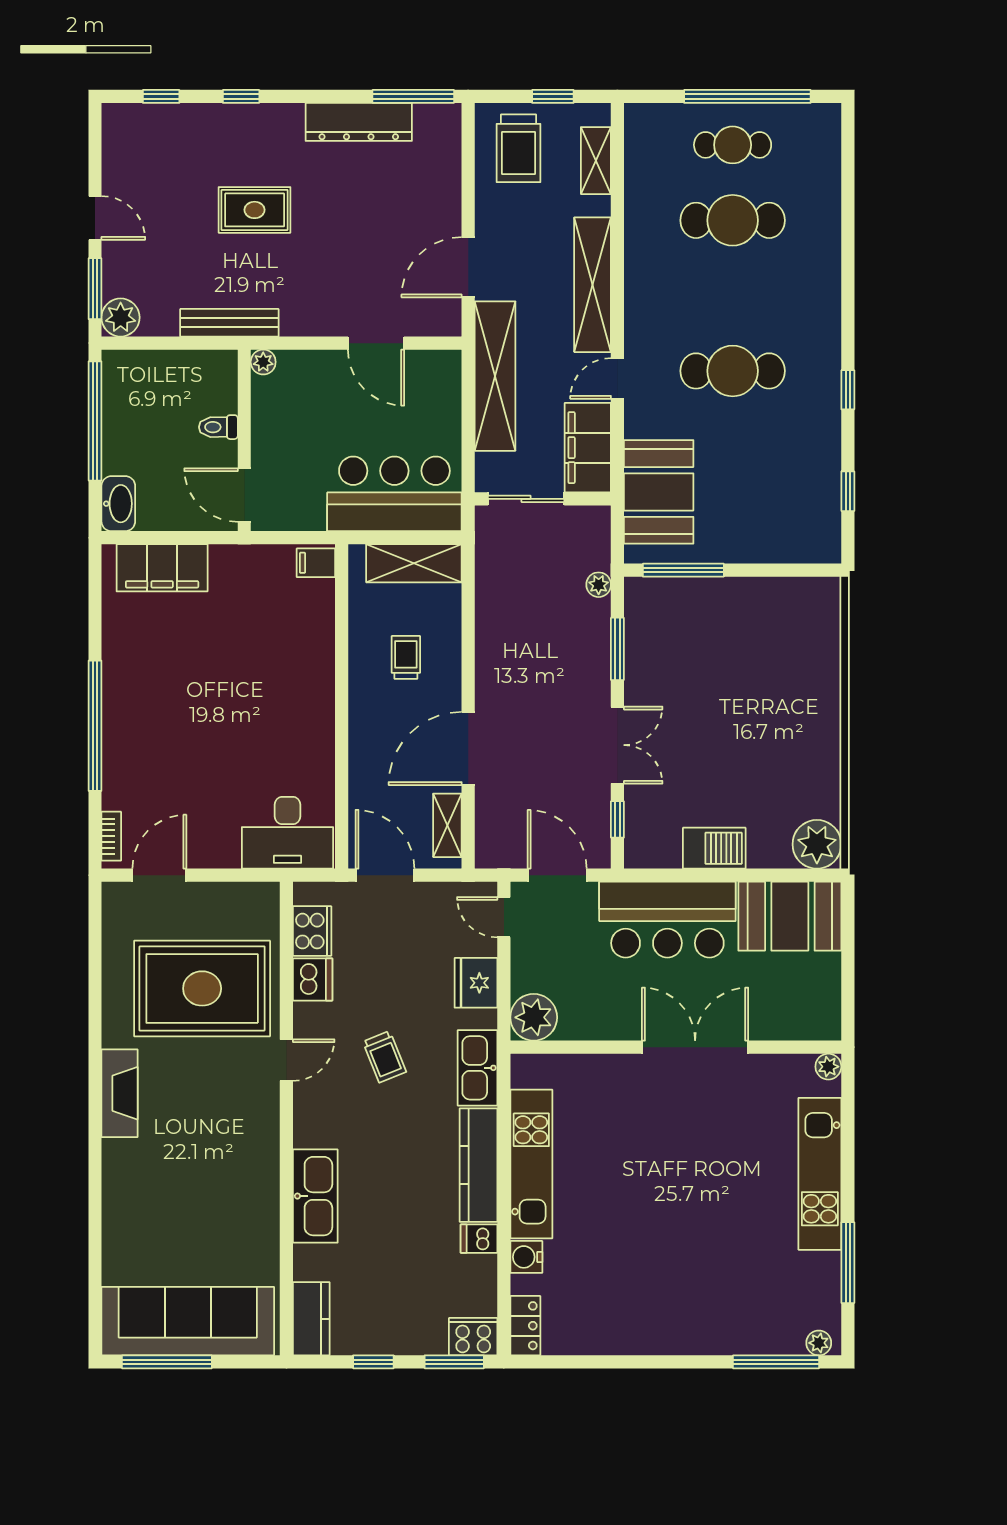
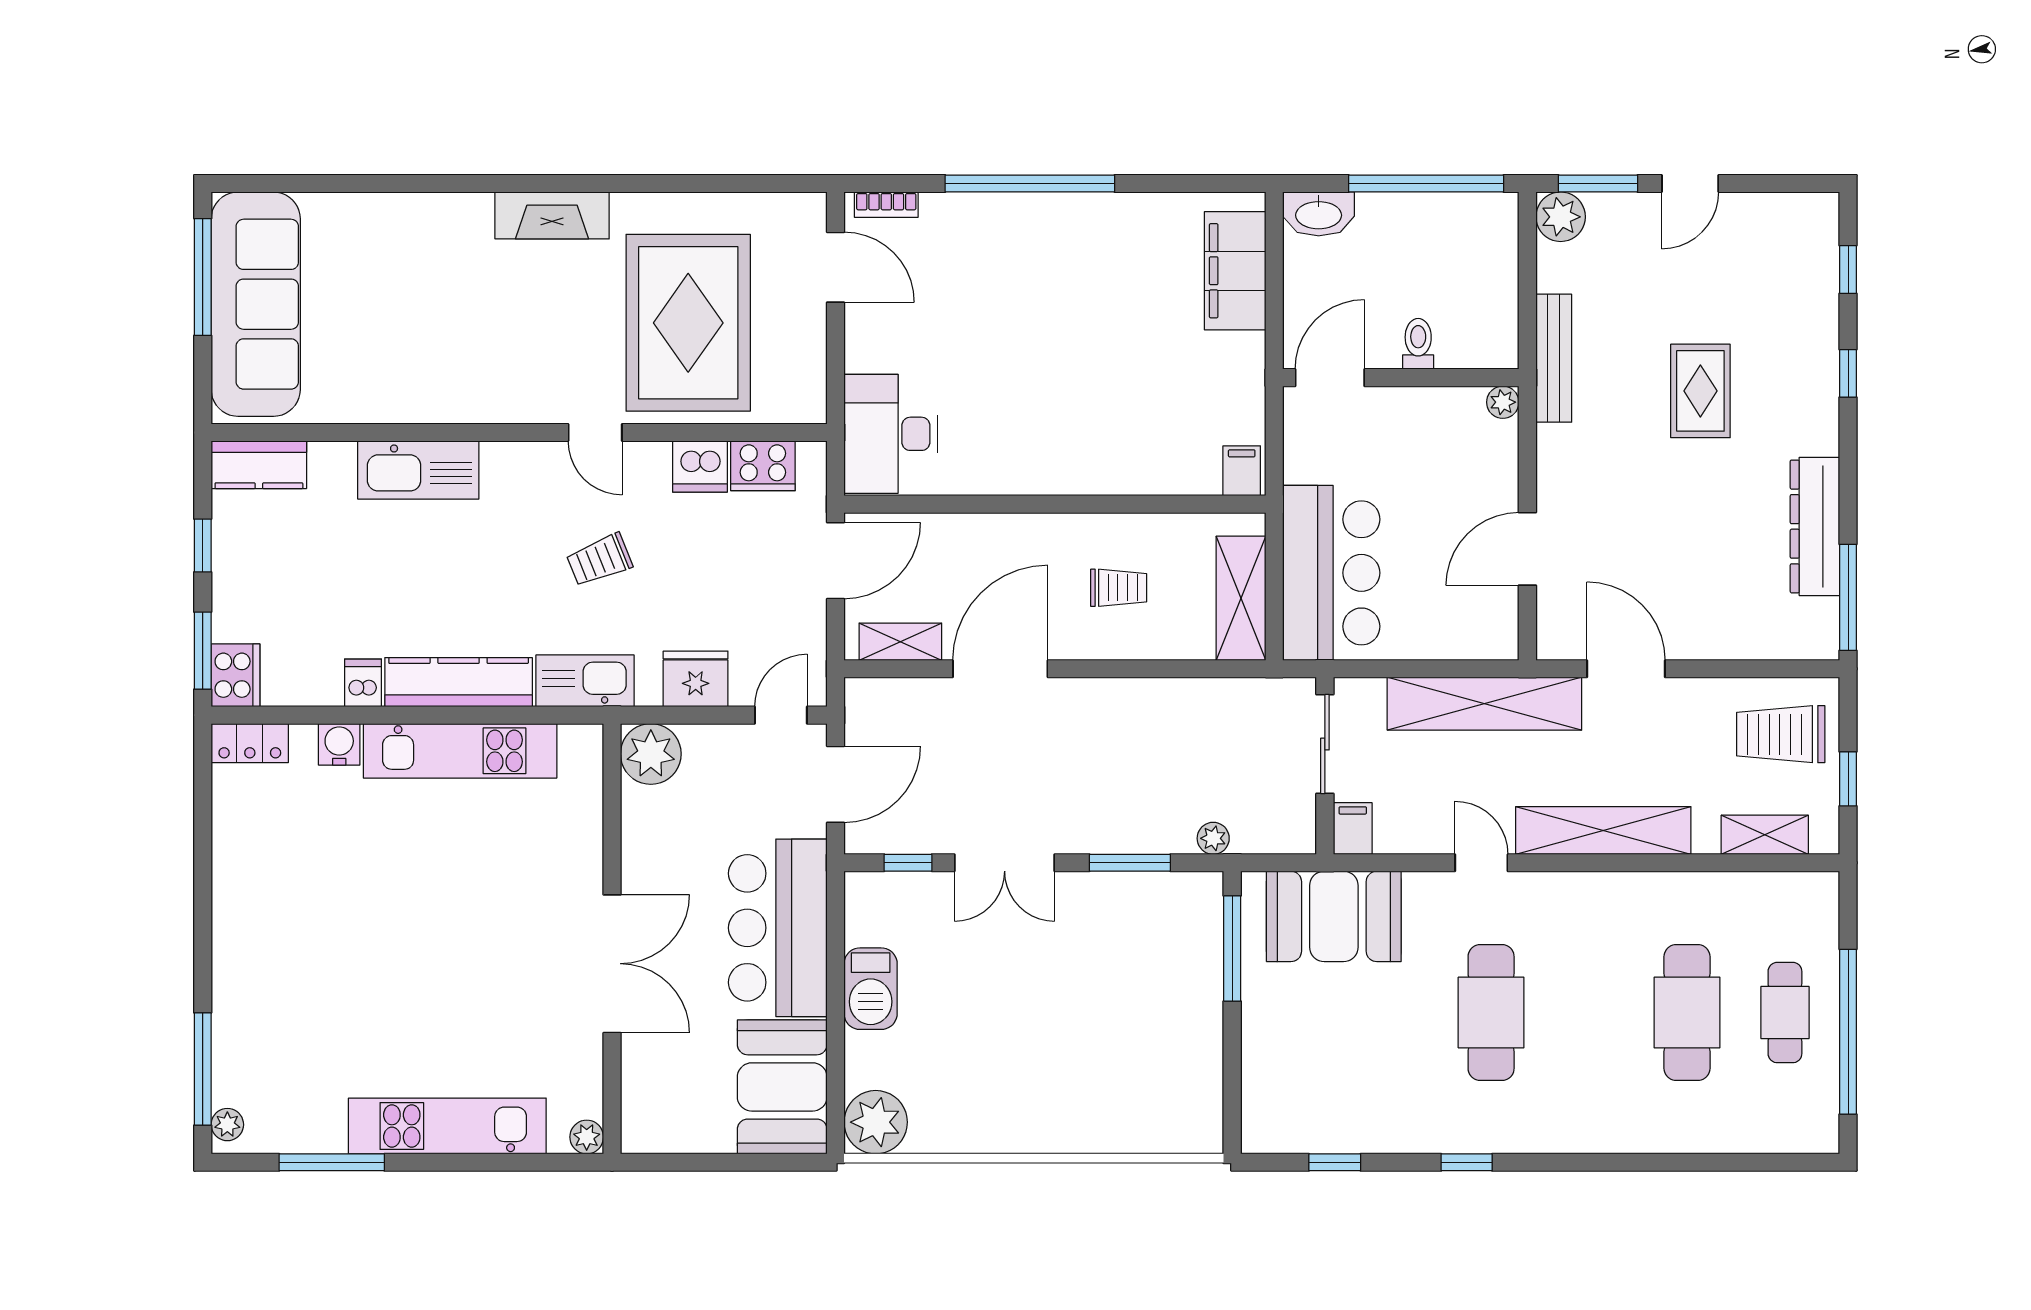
filing cabinet: (588, 448) -> (1353, 828), width x0.33, depth x0.86
door: (468, 748) -> (1000, 669), hinge flipped

